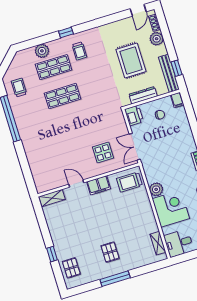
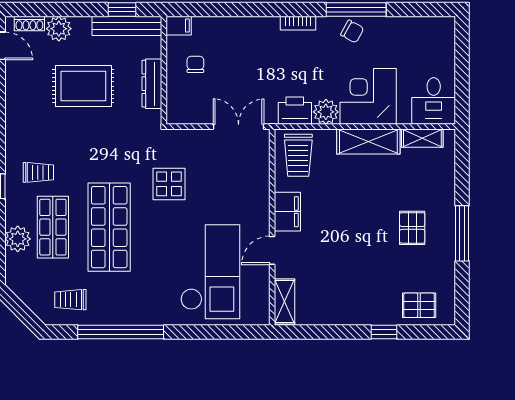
shop shelf: (62, 96) -> (109, 227), width x1.43, depth x1.36
printer: (134, 115) -> (295, 111), moved
double door: (135, 147) -> (239, 127), swing flipped
display table: (103, 153) -> (169, 184), moved
checkout: (55, 155) -> (210, 272), added
shelving: (148, 216) -> (368, 141), added
pallet: (110, 252) -> (412, 228), turned 90

